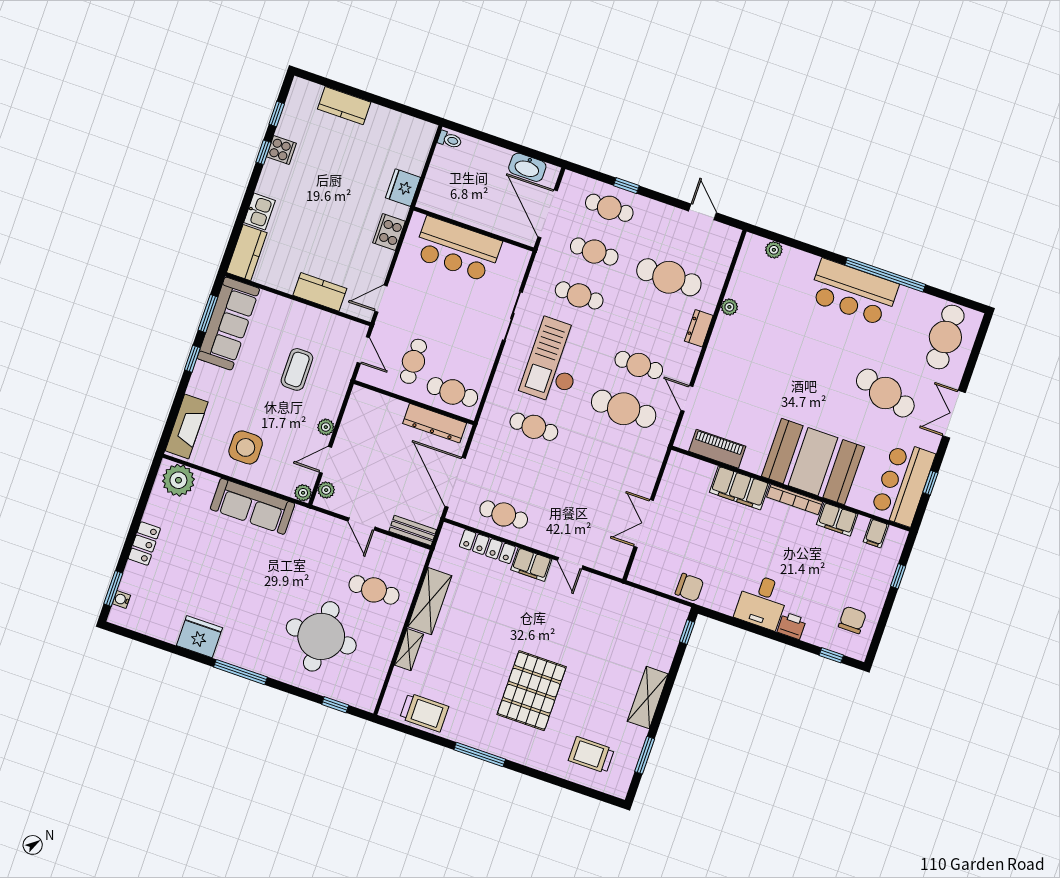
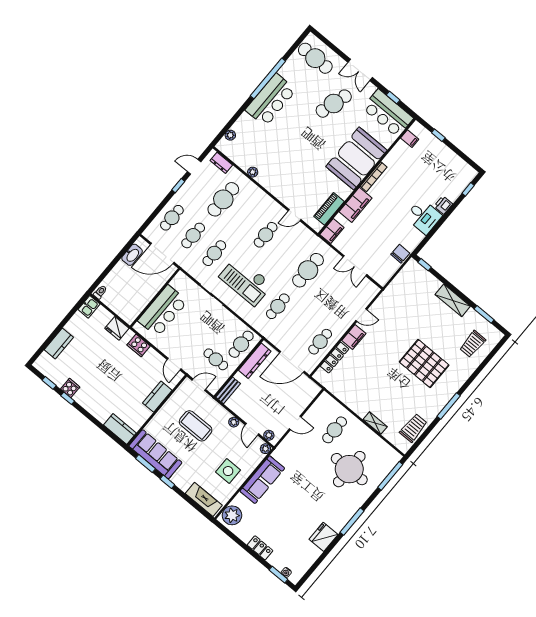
window: (626, 186) -> (178, 186), moved
kitchen sink: (259, 212) -> (89, 307), moved, turned 90
dresser: (699, 328) -> (221, 163), moved
coffee table: (297, 369) -> (196, 426), width x1.36, depth x1.32
cafe table: (624, 409) -> (308, 270), moved
filing cabinet: (837, 519) -> (332, 231), moved
bench: (413, 530) -> (228, 390), moved
shelving: (430, 601) -> (353, 401), removed
chair: (852, 620) -> (453, 170), removed
window: (335, 705) -> (390, 476), width x2.17

